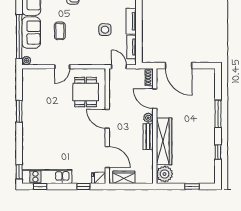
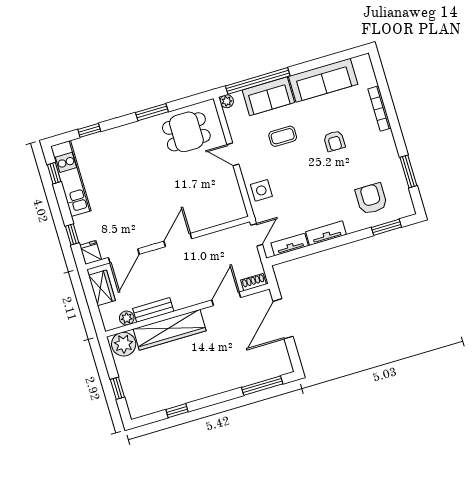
side table: (105, 30) -> (261, 190), moved
dining table: (86, 92) -> (186, 132), moved
window: (218, 114) -> (262, 386), moved
plant: (148, 118) -> (127, 318), moved
bench: (148, 137) -> (153, 310), moved
window: (19, 172) -> (89, 130), moved

